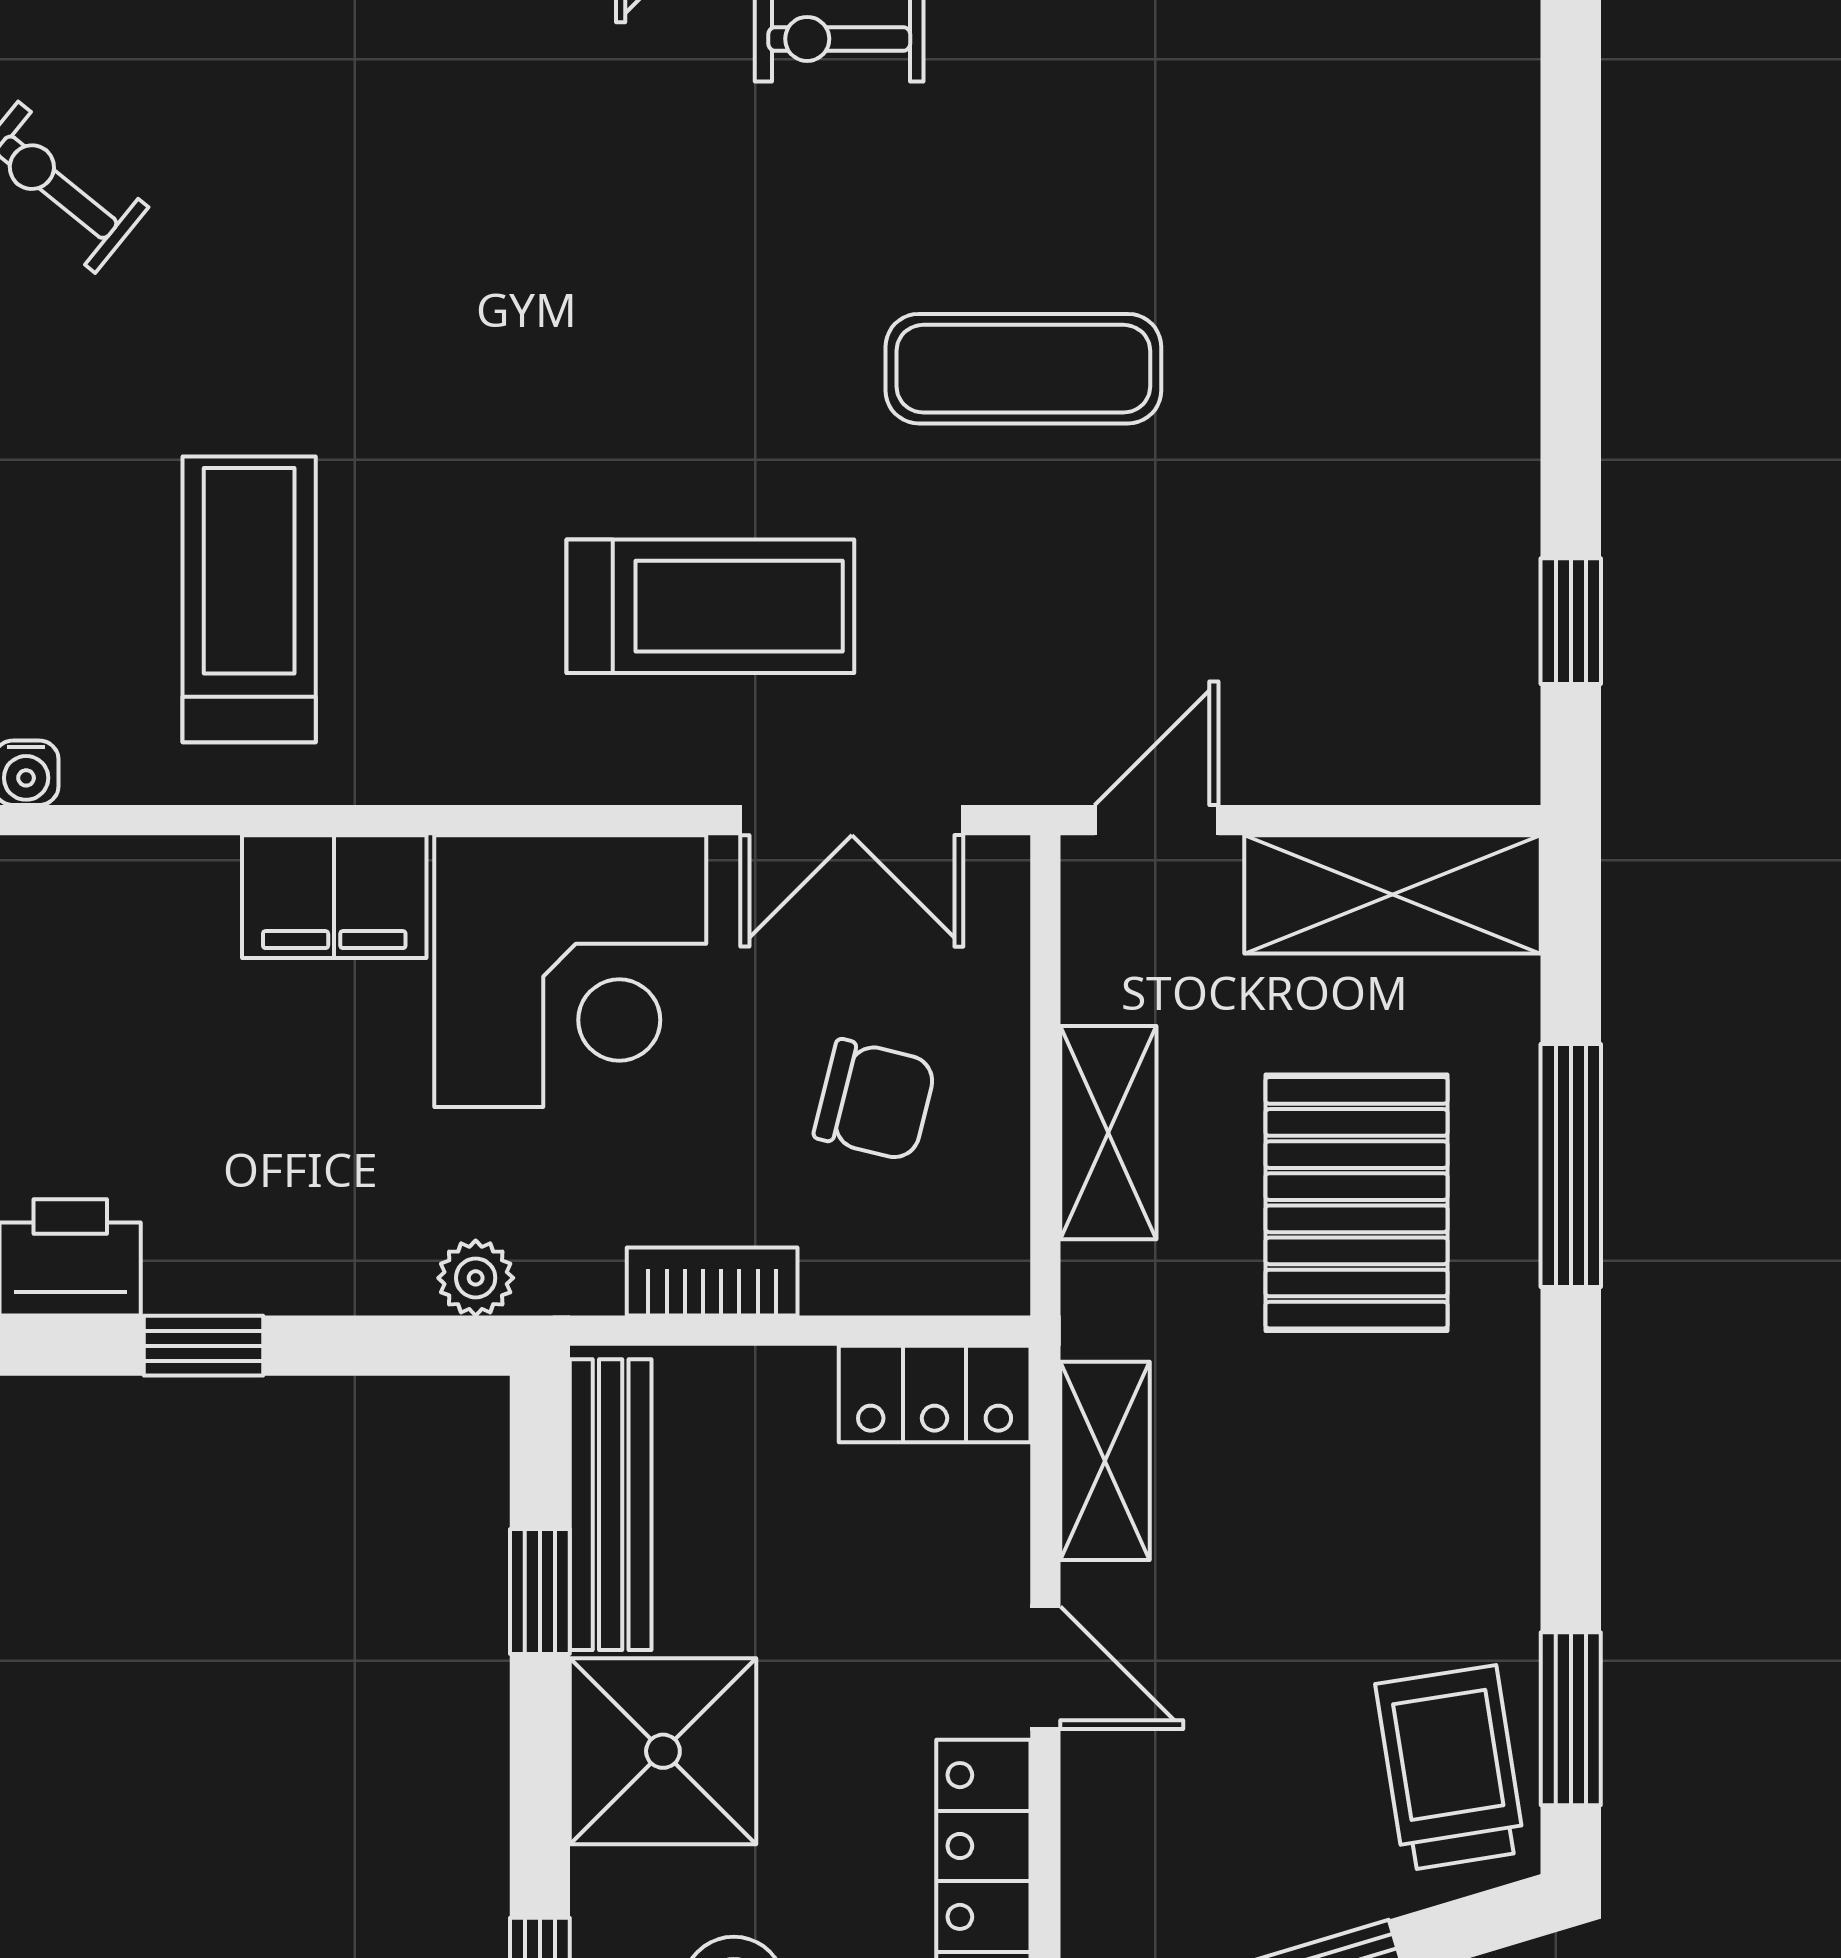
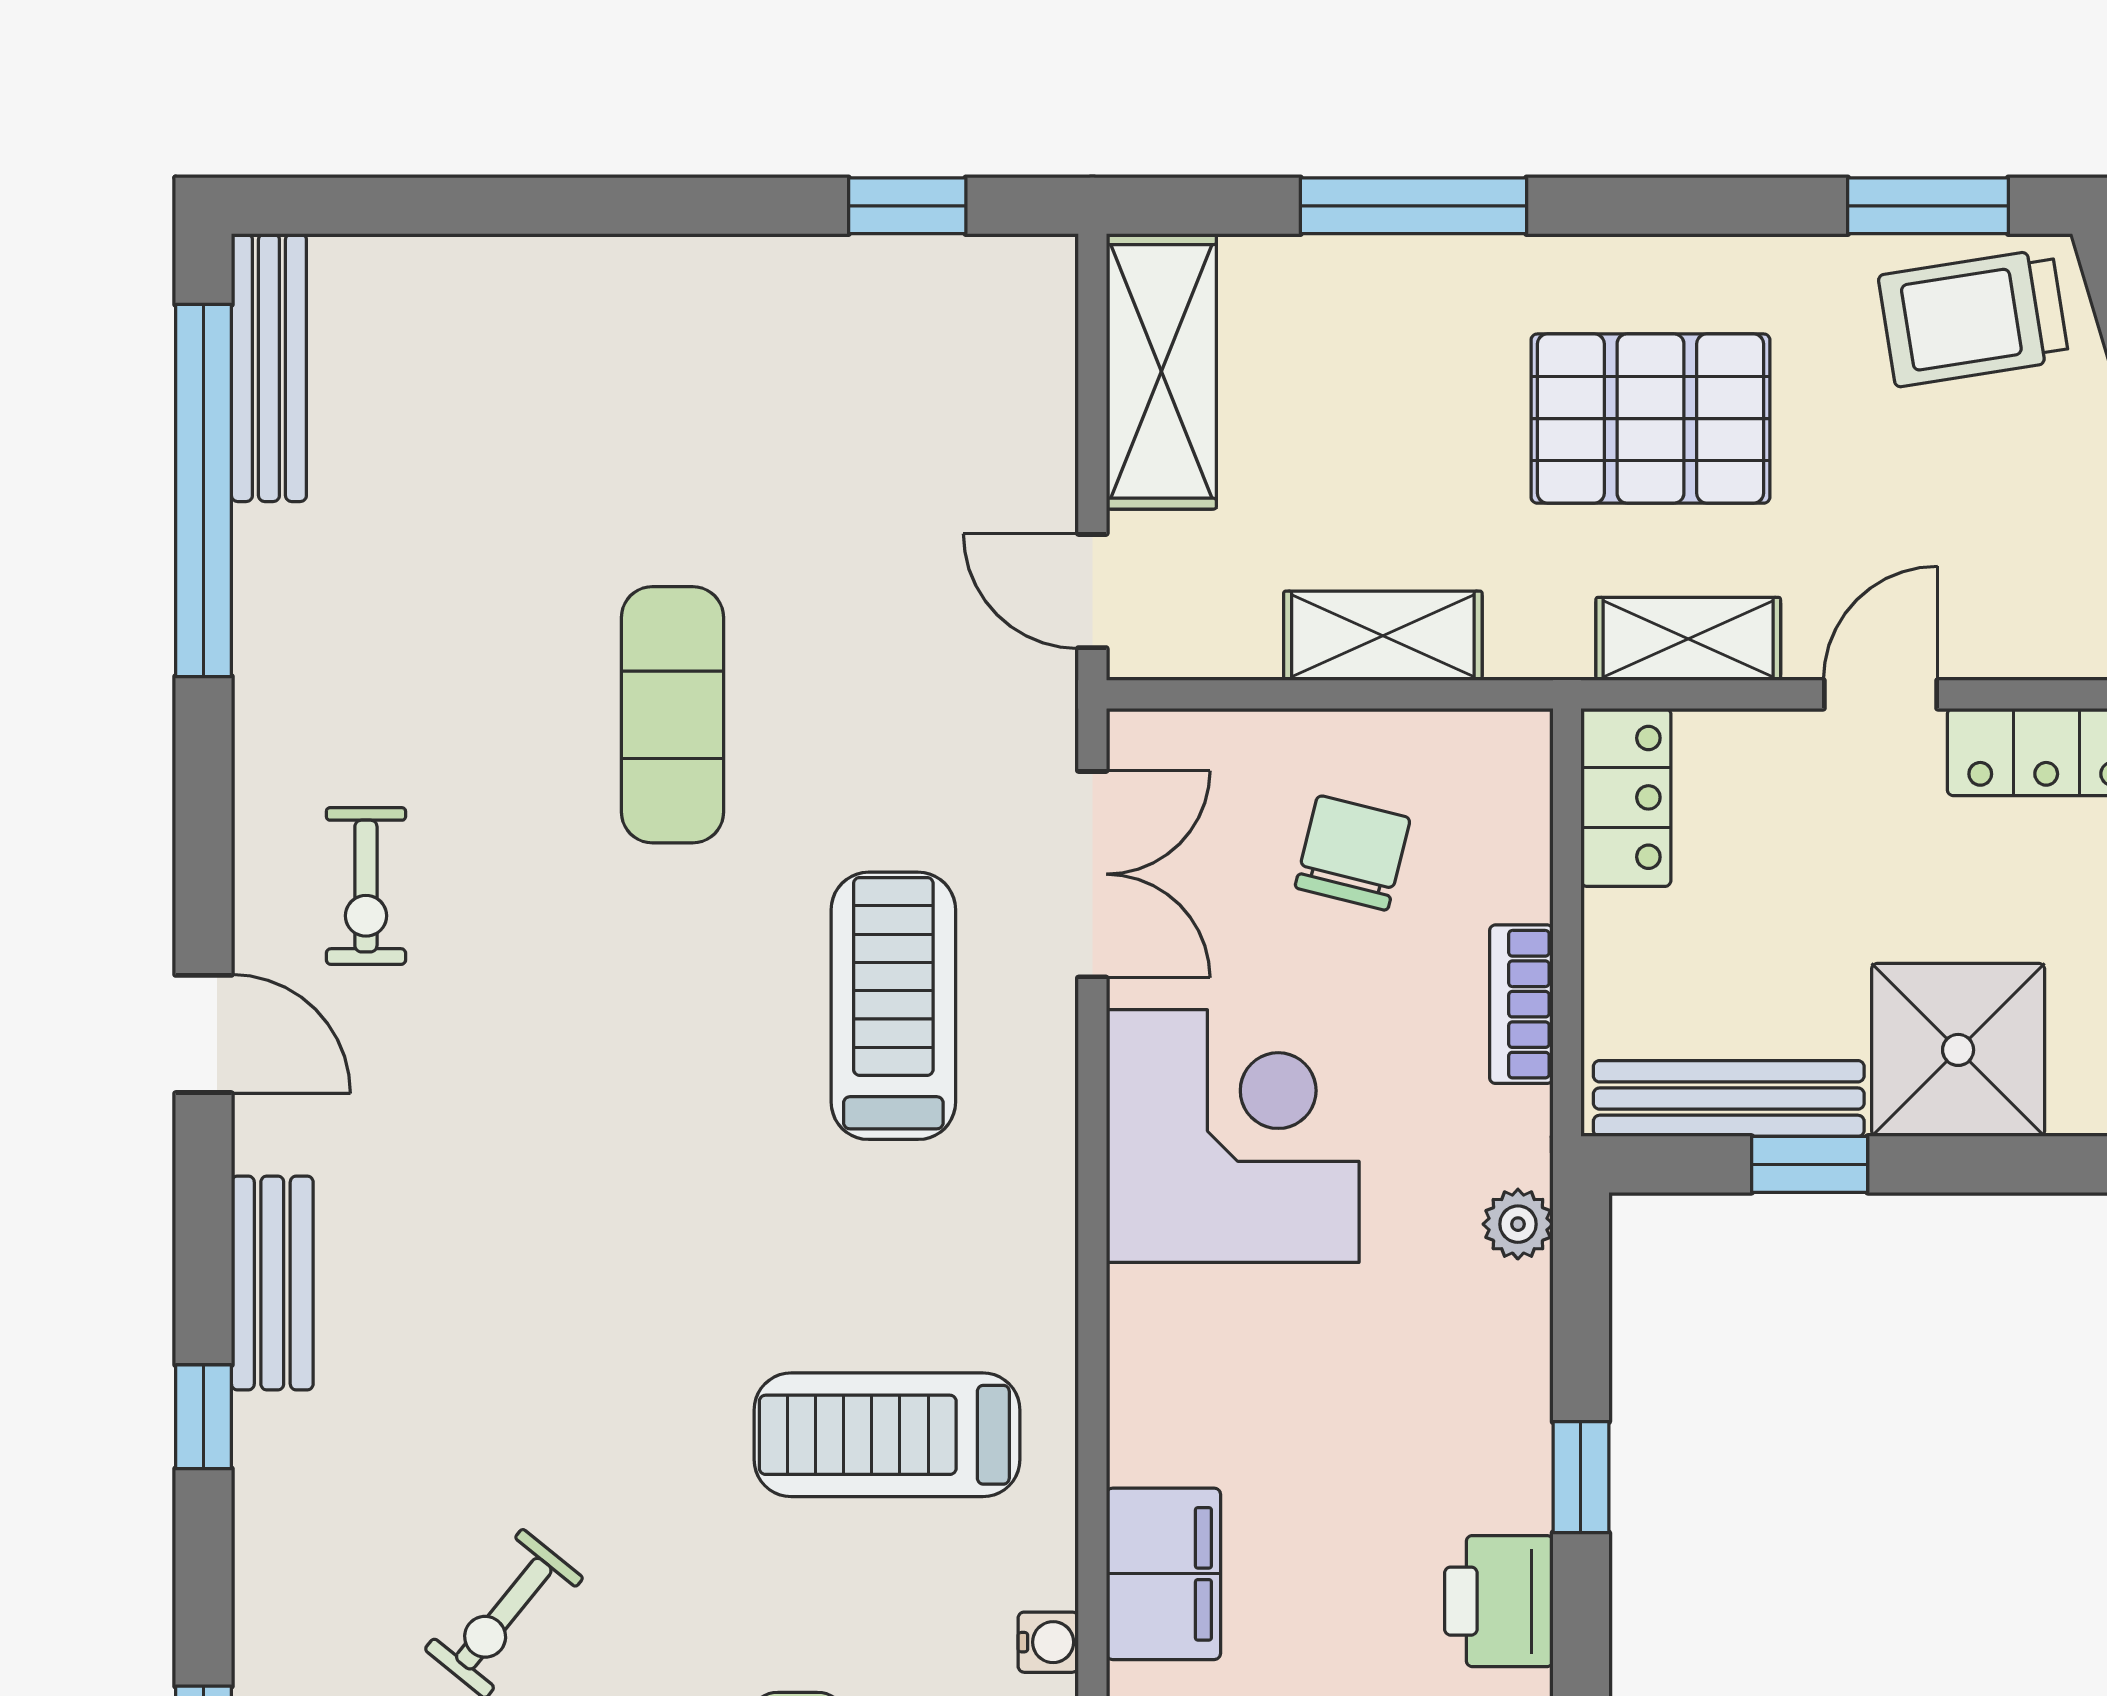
filing cabinet: (334, 897) -> (1163, 1574), moved
pallet: (1356, 1203) -> (1650, 419), moved

